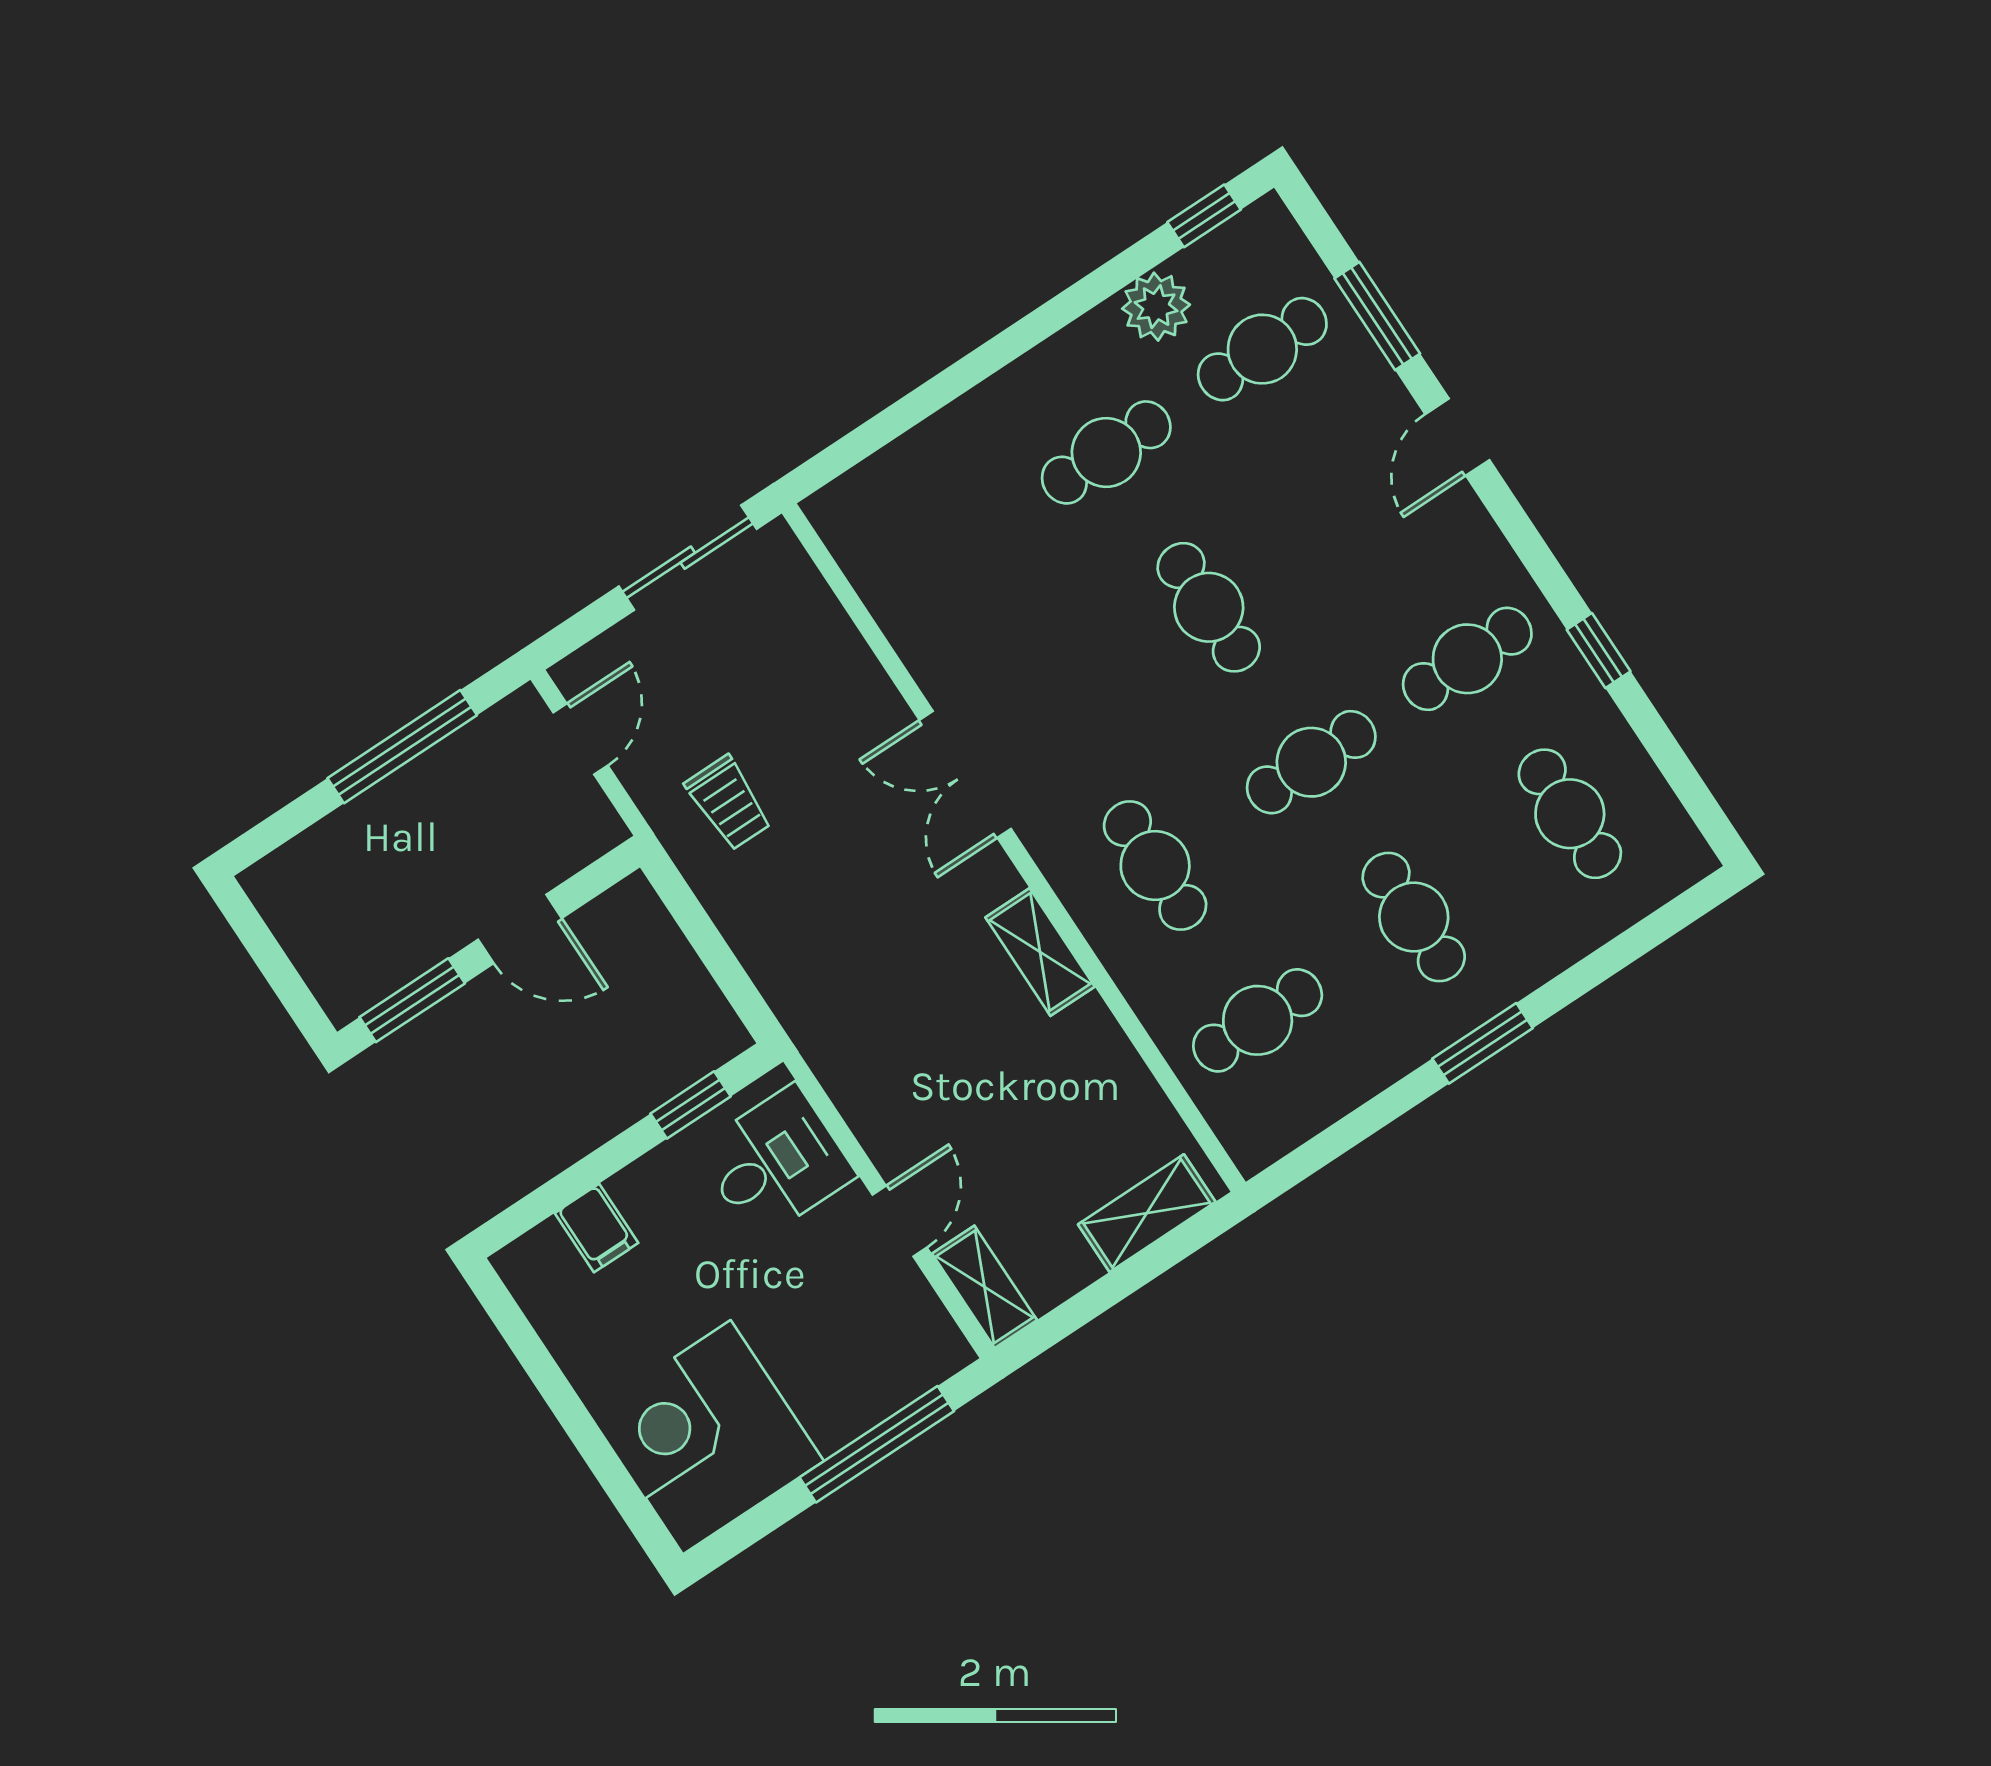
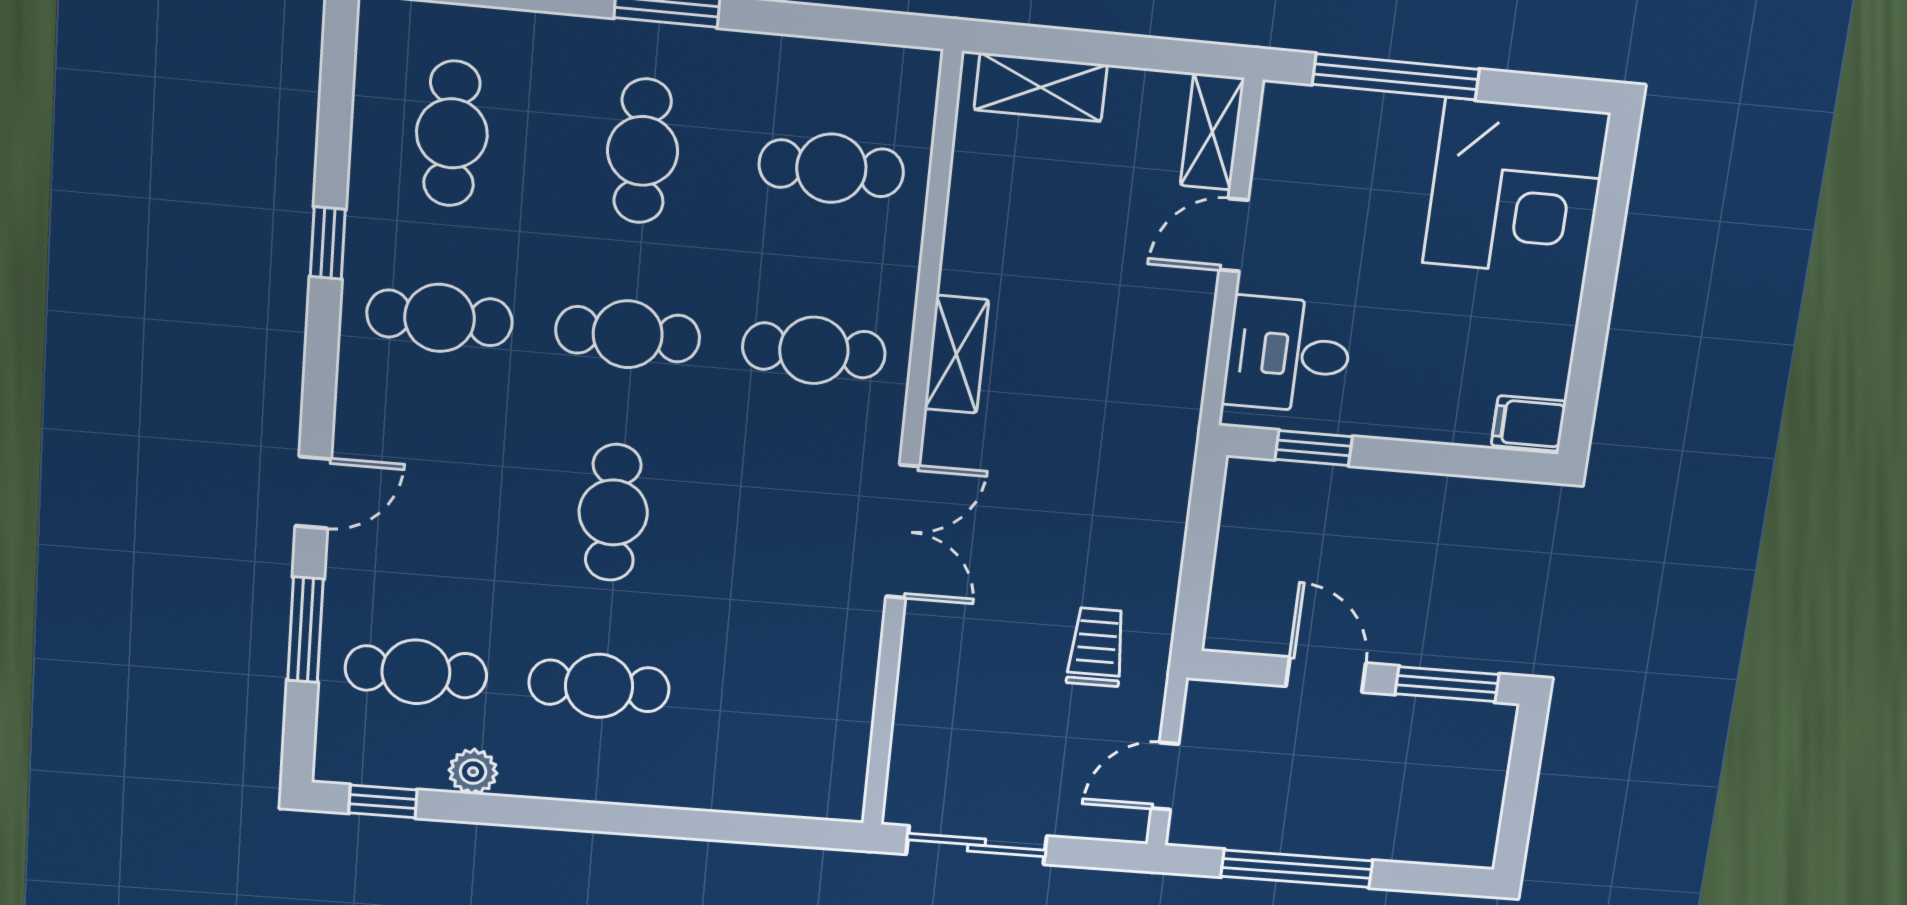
plant: (1156, 307) -> (473, 772), width x0.73, depth x0.73
cafe table: (1155, 866) -> (814, 350), turned 90
filing cabinet: (597, 1228) -> (1529, 423), moved, turned -90

